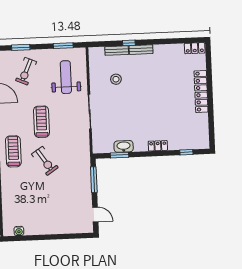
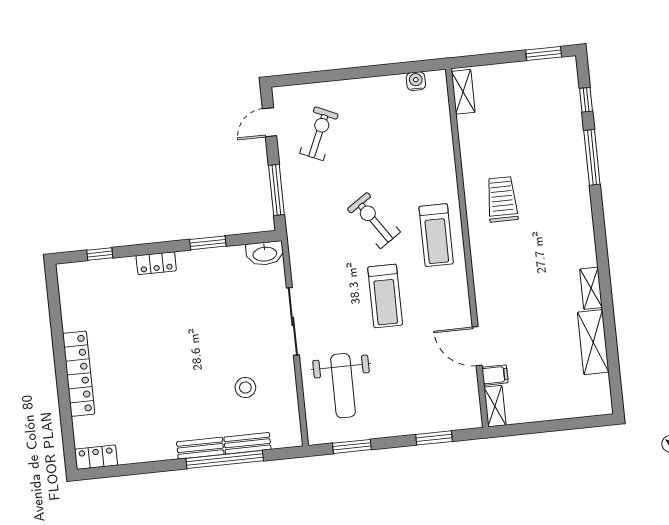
window: (129, 43) -> (225, 460), width x3.17
exercise bike: (26, 71) -> (319, 134), moved
washbasin: (124, 146) -> (265, 253), moved
window: (120, 155) -> (208, 243), moved
door: (95, 214) -> (269, 122), hinge flipped

